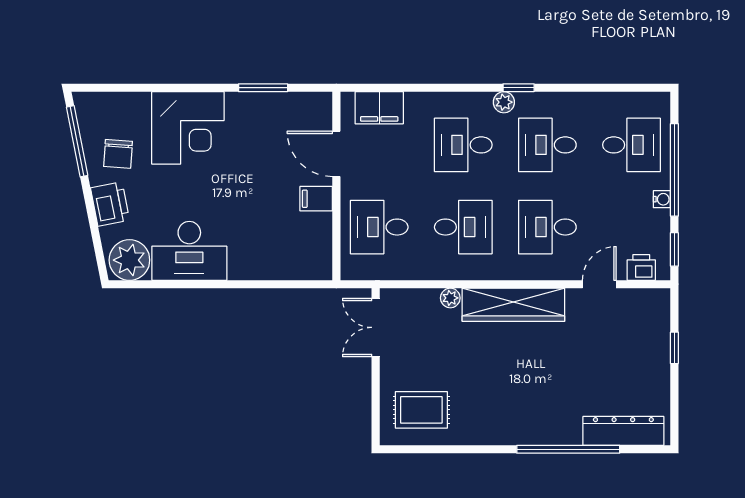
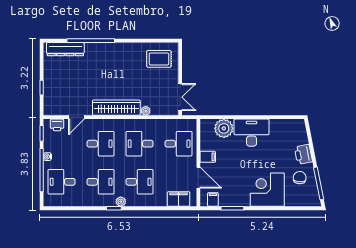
filing cabinet: (305, 107) -> (213, 199), added
desk: (189, 251) -> (252, 133), moved
plant: (129, 260) -> (224, 128), moved

